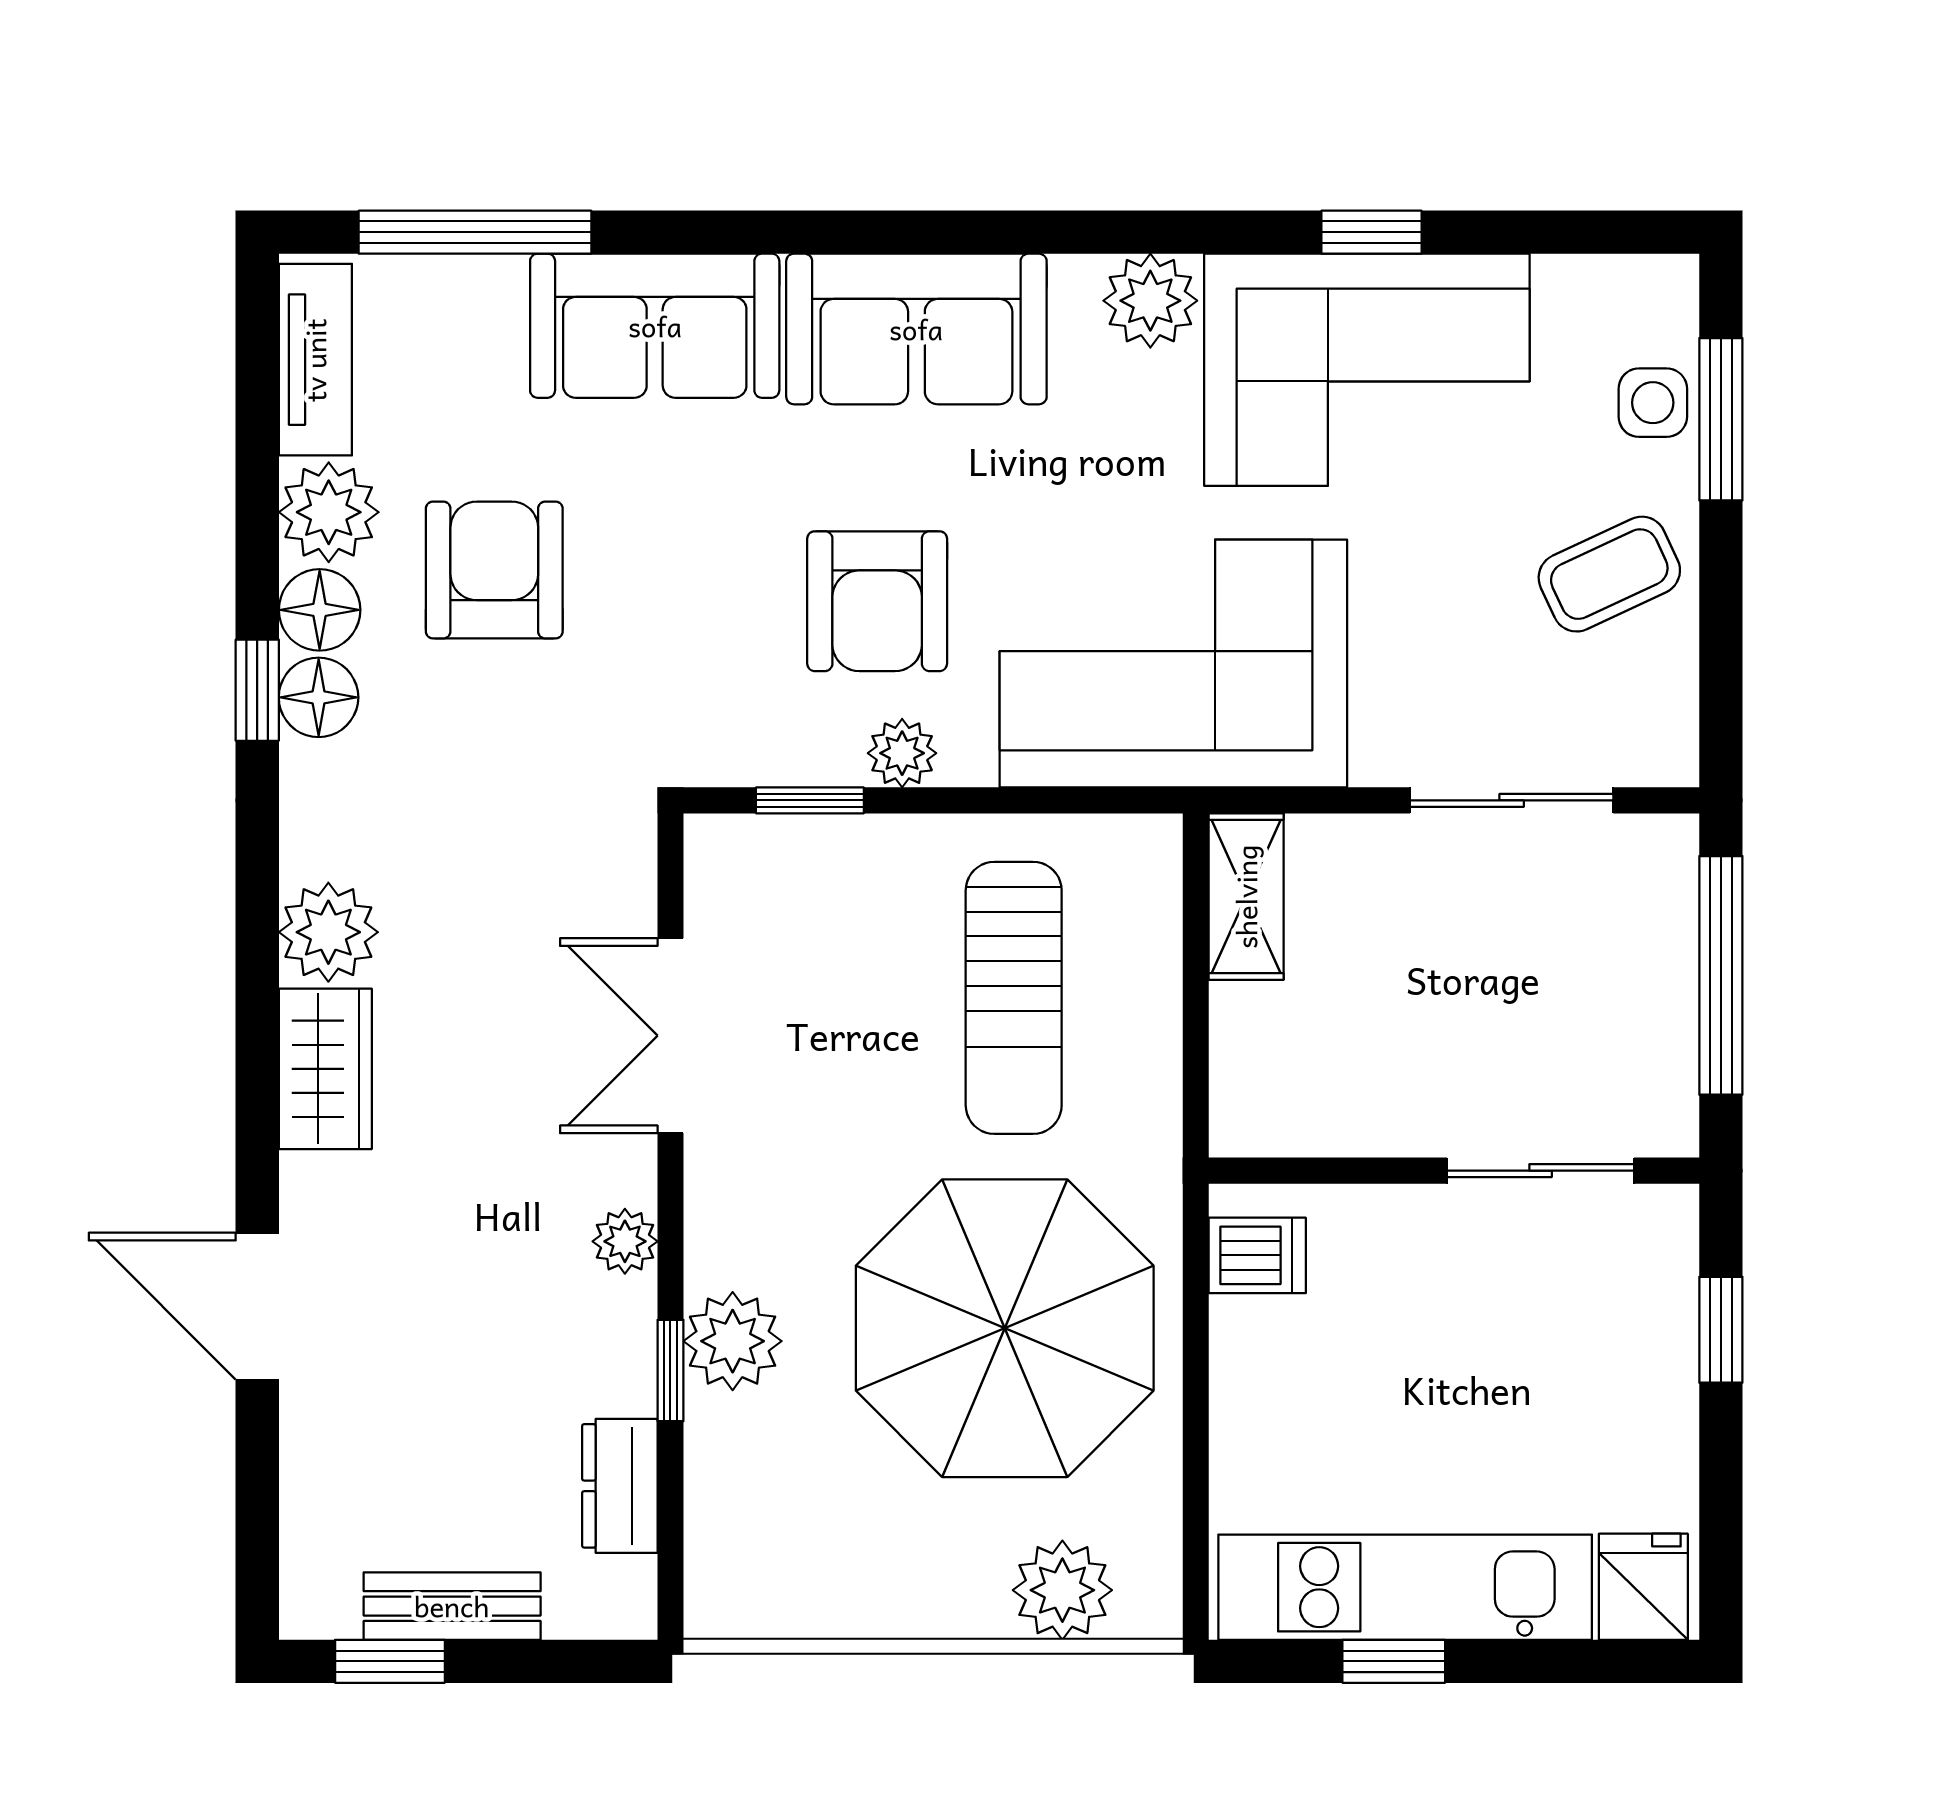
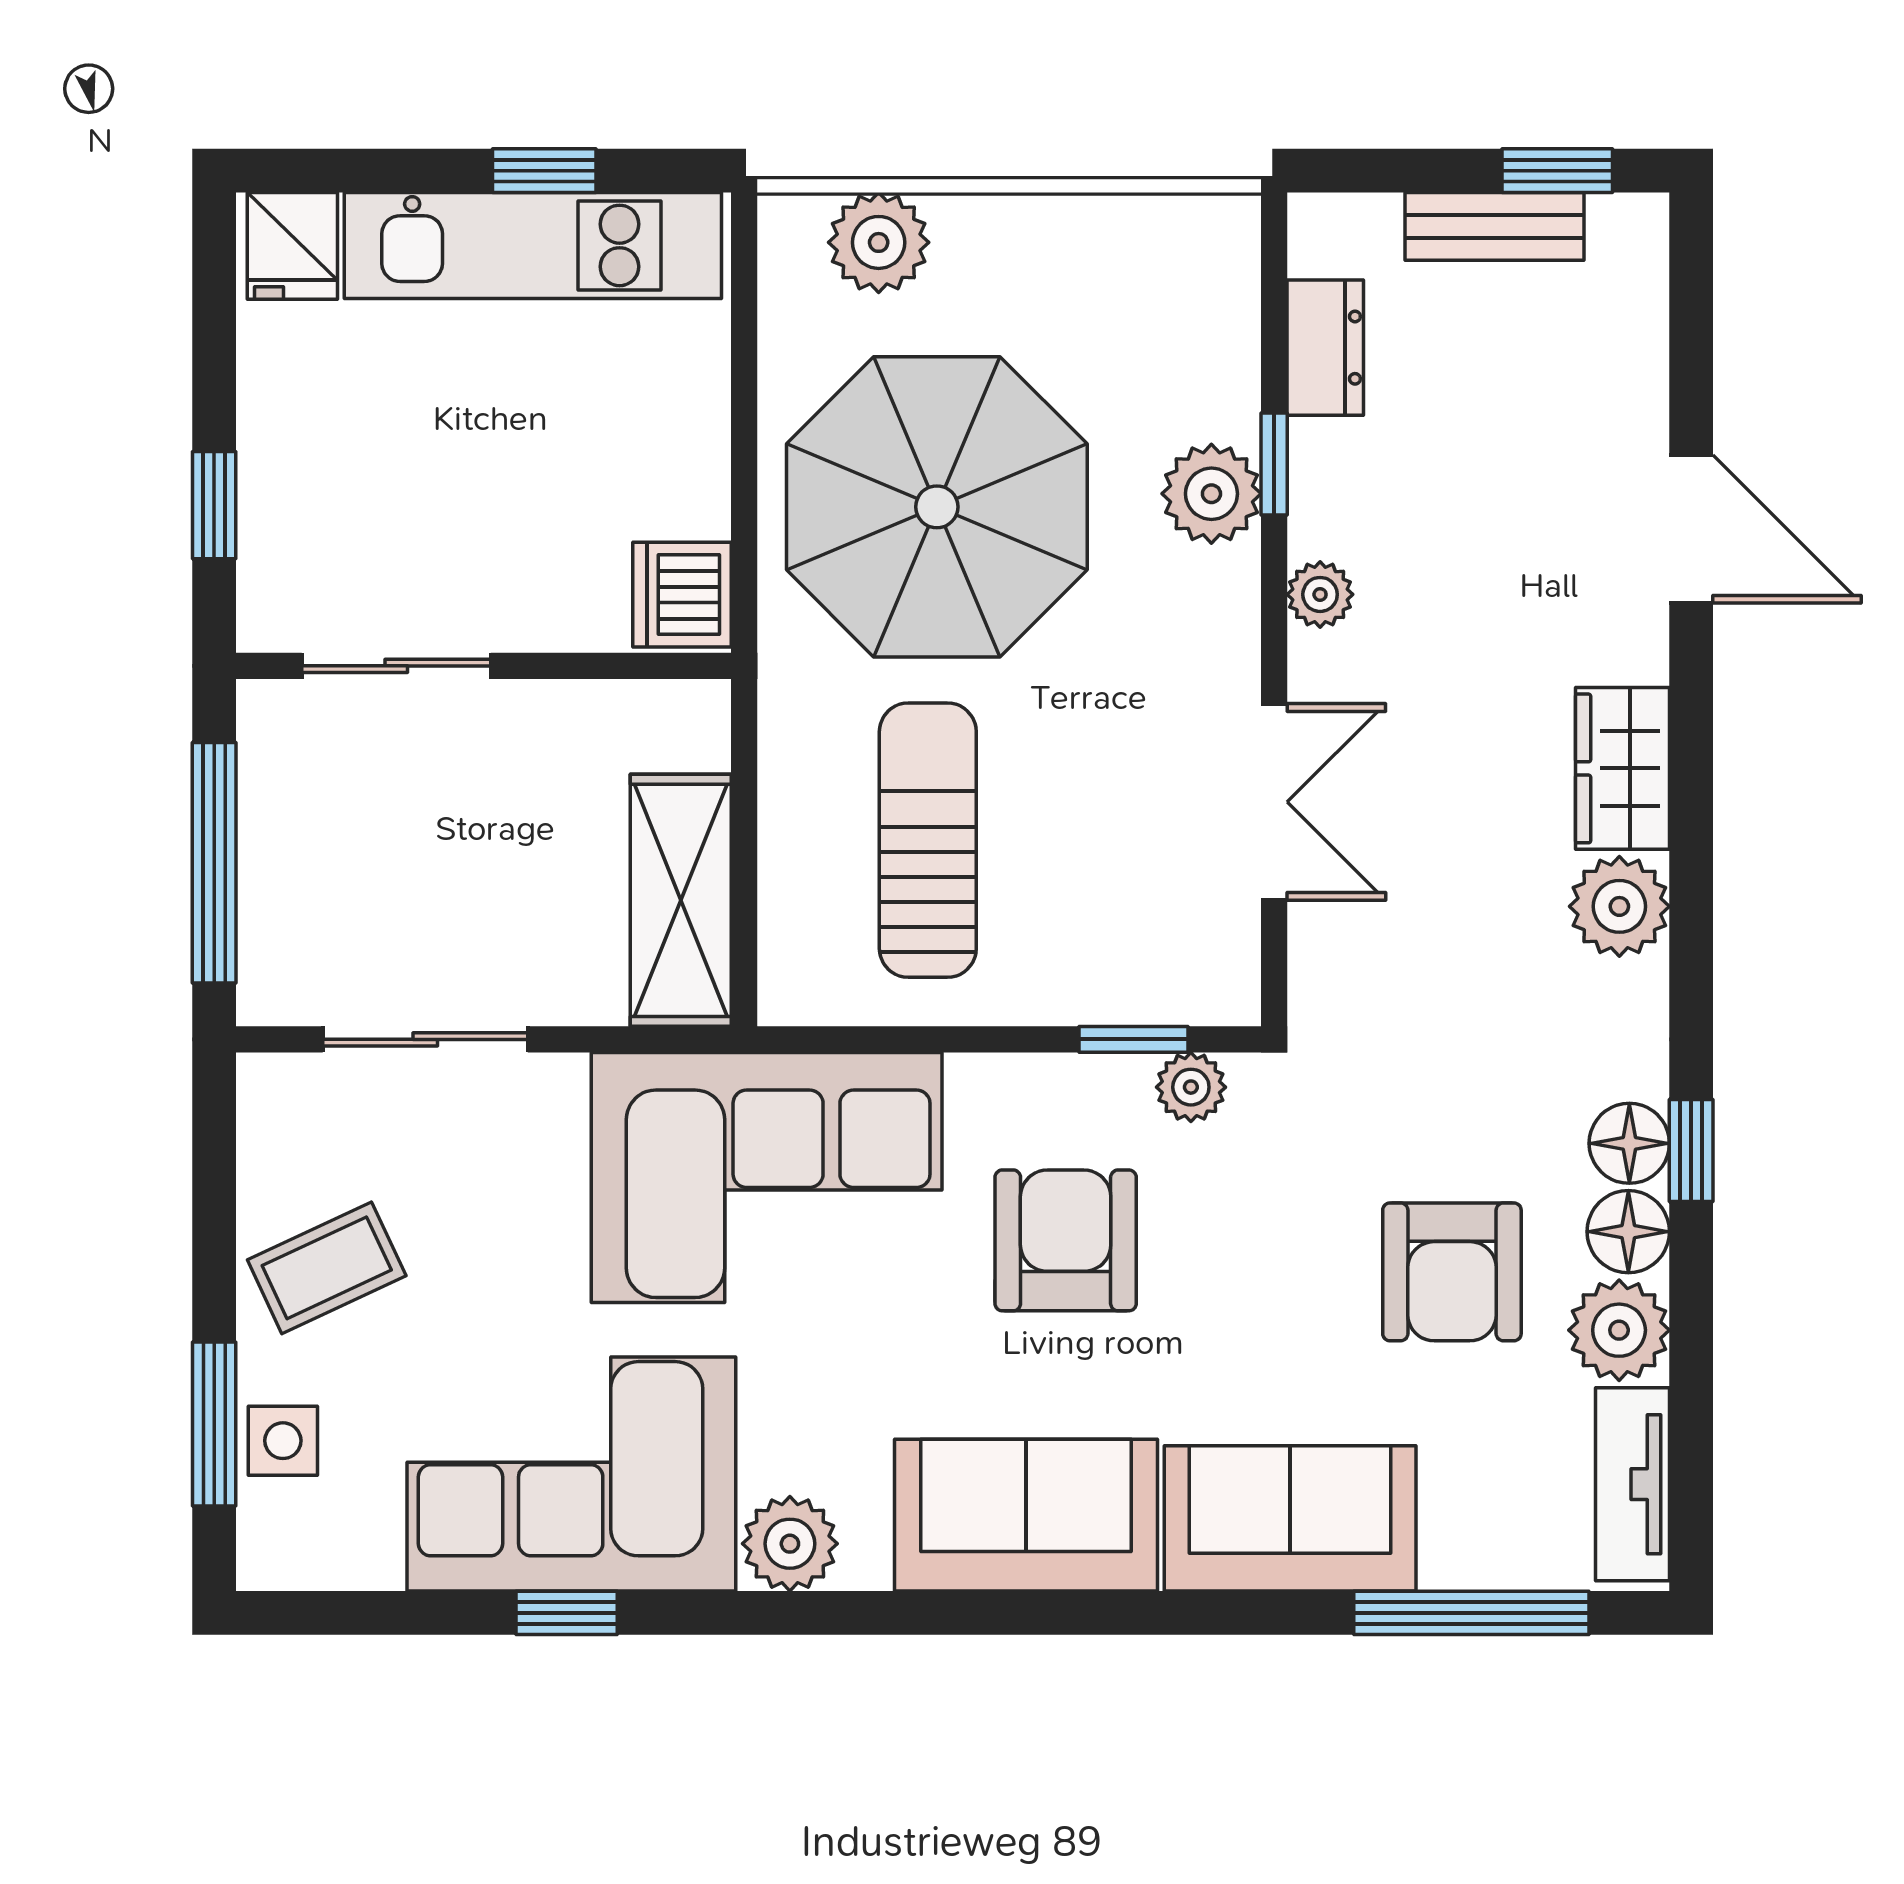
plant: (902, 753) -> (1191, 1087), moved
shelving: (1246, 897) -> (681, 900), width x1.50, depth x1.33
dishwasher: (1257, 1255) -> (682, 595), width x1.38

